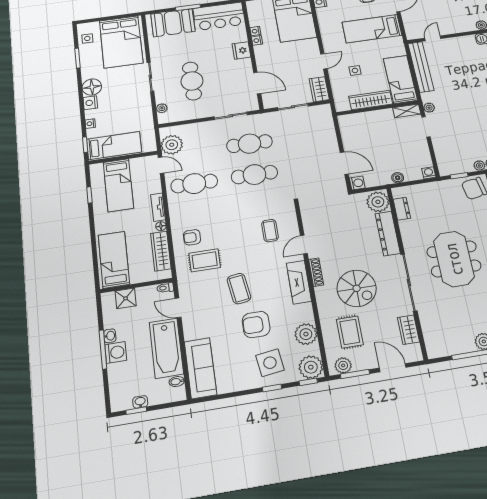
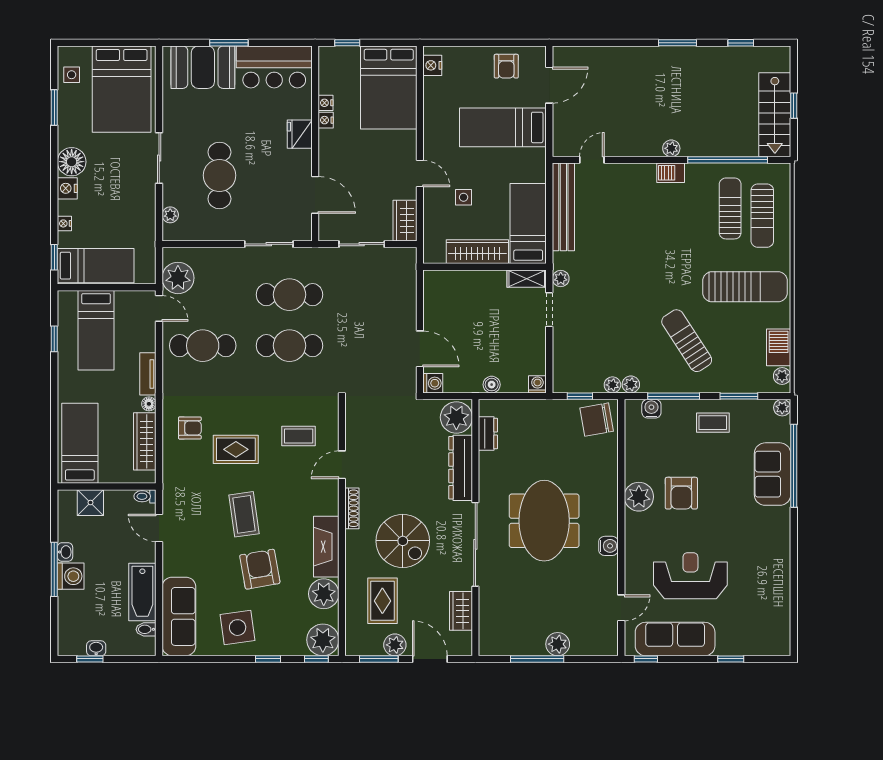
door: (324, 61) -> (420, 174), hinge flipped
coffee table: (270, 231) -> (299, 436), turned 90
armchair: (192, 237) -> (190, 428), turned 180
rug: (205, 260) -> (236, 449), moved
fireplace: (299, 282) -> (326, 547), moved
armchair: (256, 325) -> (260, 569), turned 80
bathtub: (166, 348) -> (142, 592), width x0.73, depth x0.73
side table: (270, 363) -> (238, 628), moved
plant: (343, 365) -> (395, 645), moved

